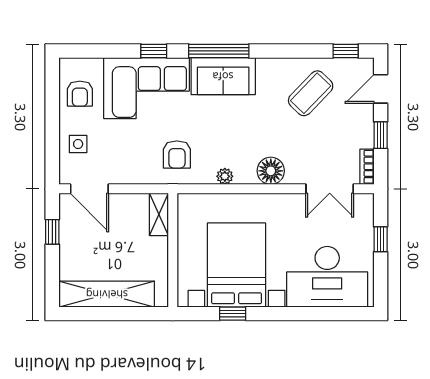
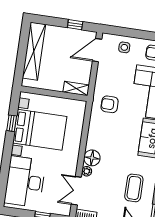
coffee table: (311, 93) -> (134, 188), turned 46
plant: (225, 176) -> (87, 171), moved

